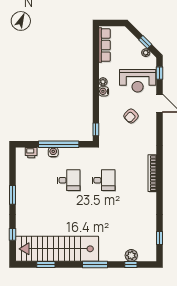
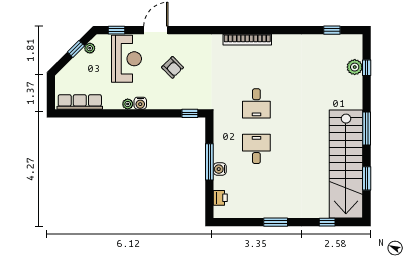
window: (59, 144) -> (209, 162), width x0.68
desk: (103, 180) -> (256, 103), turned 180
window: (95, 265) -> (367, 129), moved

